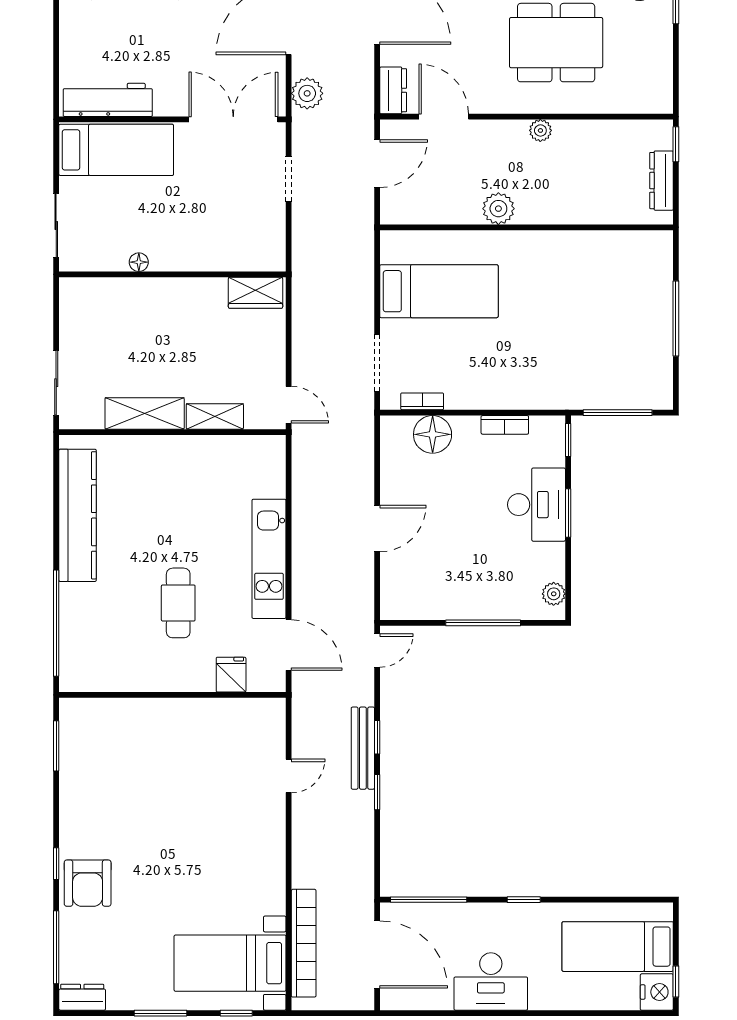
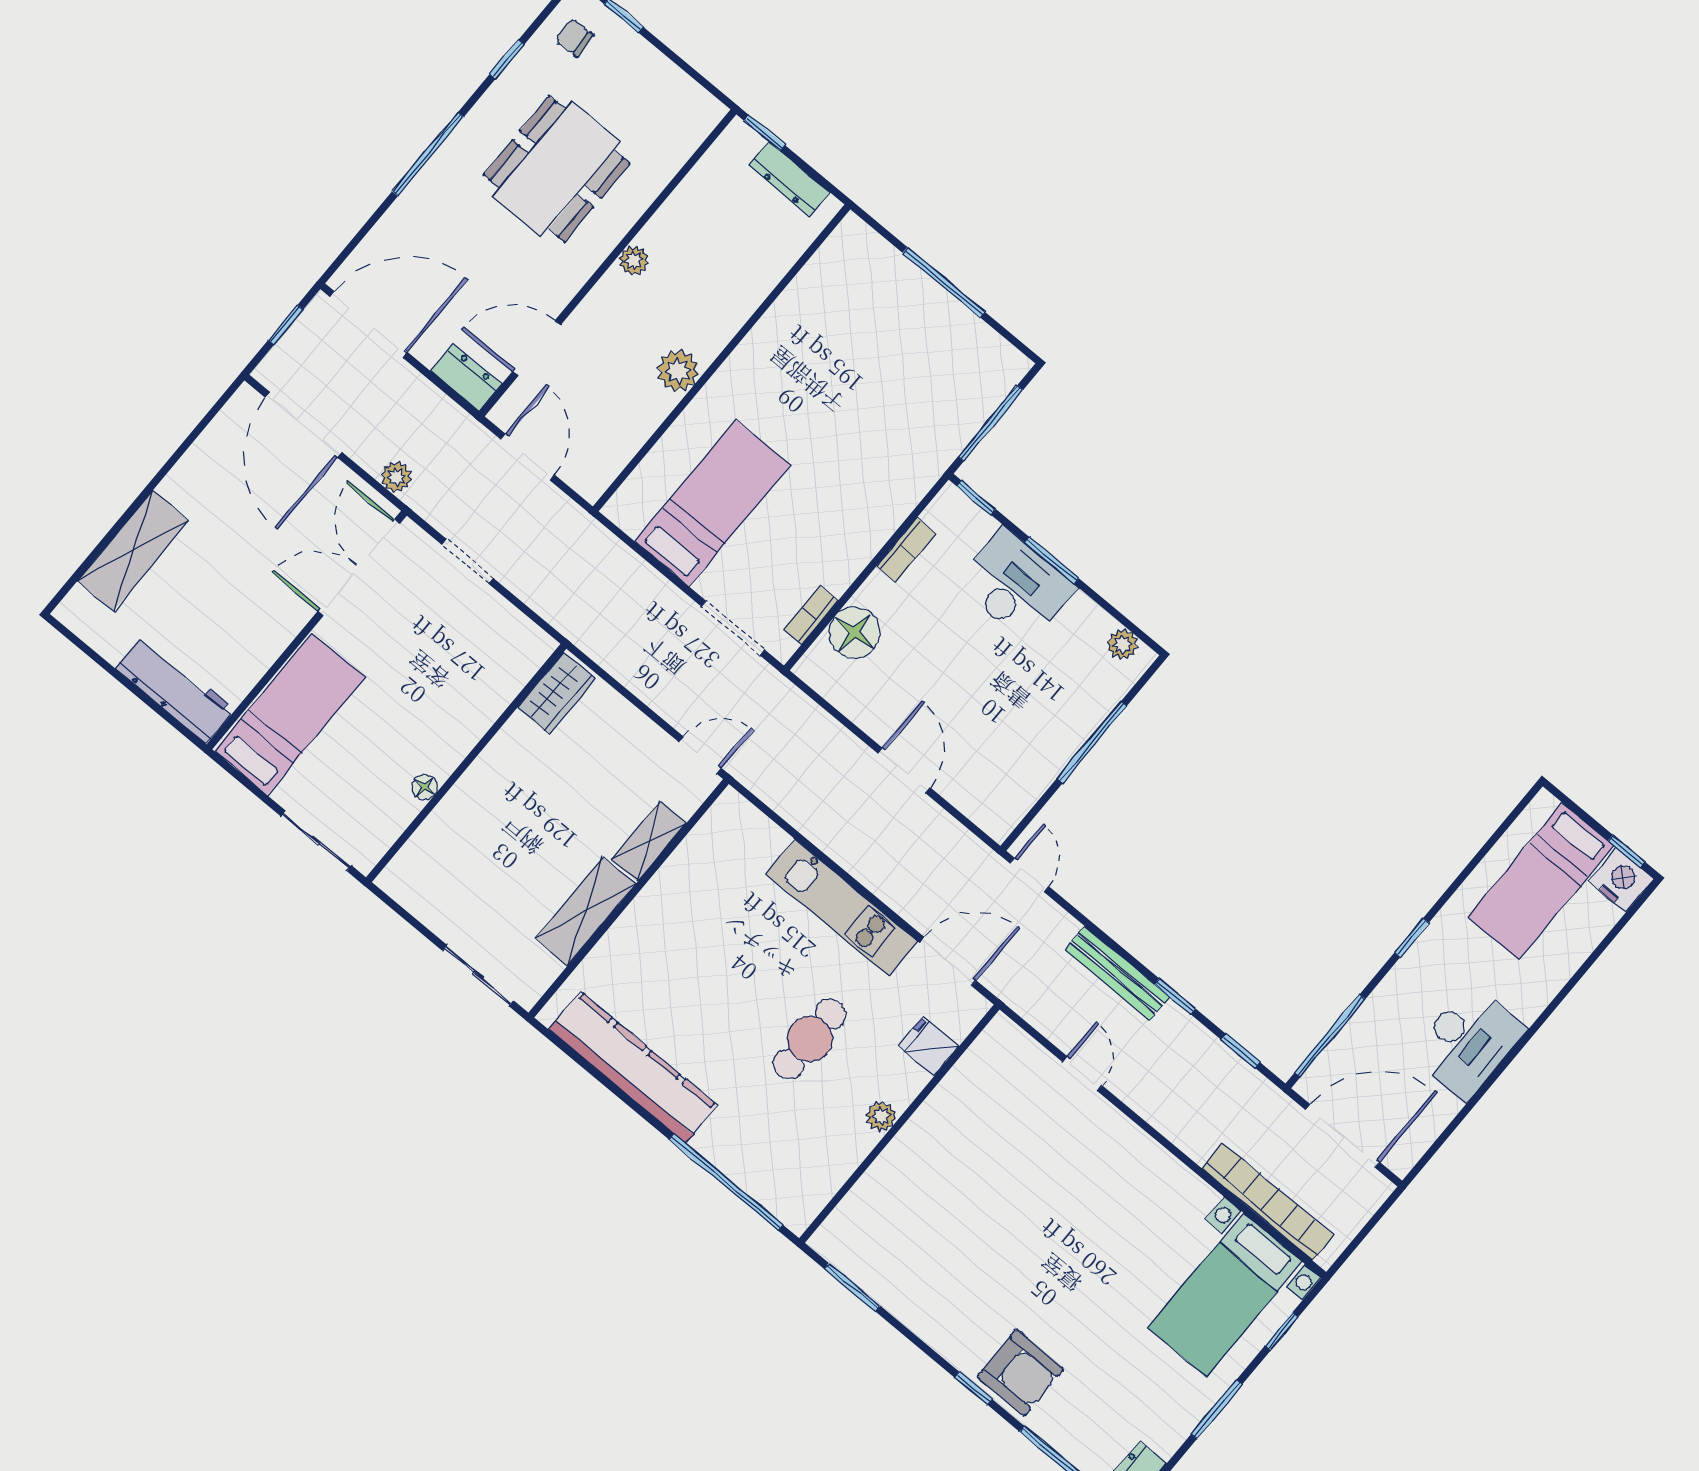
plant: (307, 93) -> (396, 477), width x0.73, depth x0.73
workbench: (108, 100) -> (175, 689), moved, turned 90
cafe table: (178, 603) -> (810, 1039), turned 90
plant: (168, 681) -> (881, 1116), added
window: (377, 737) -> (1241, 1051), moved

